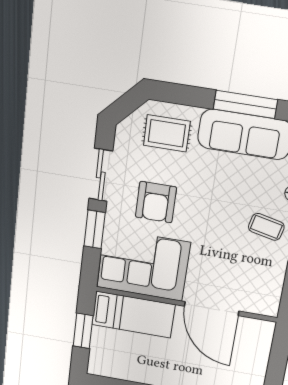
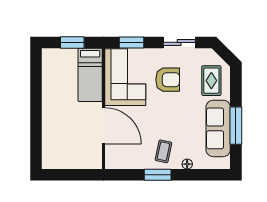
armchair: (156, 202) -> (168, 80), turned 180
window: (95, 229) -> (132, 42), moved
door: (212, 309) -> (104, 126), swing flipped

